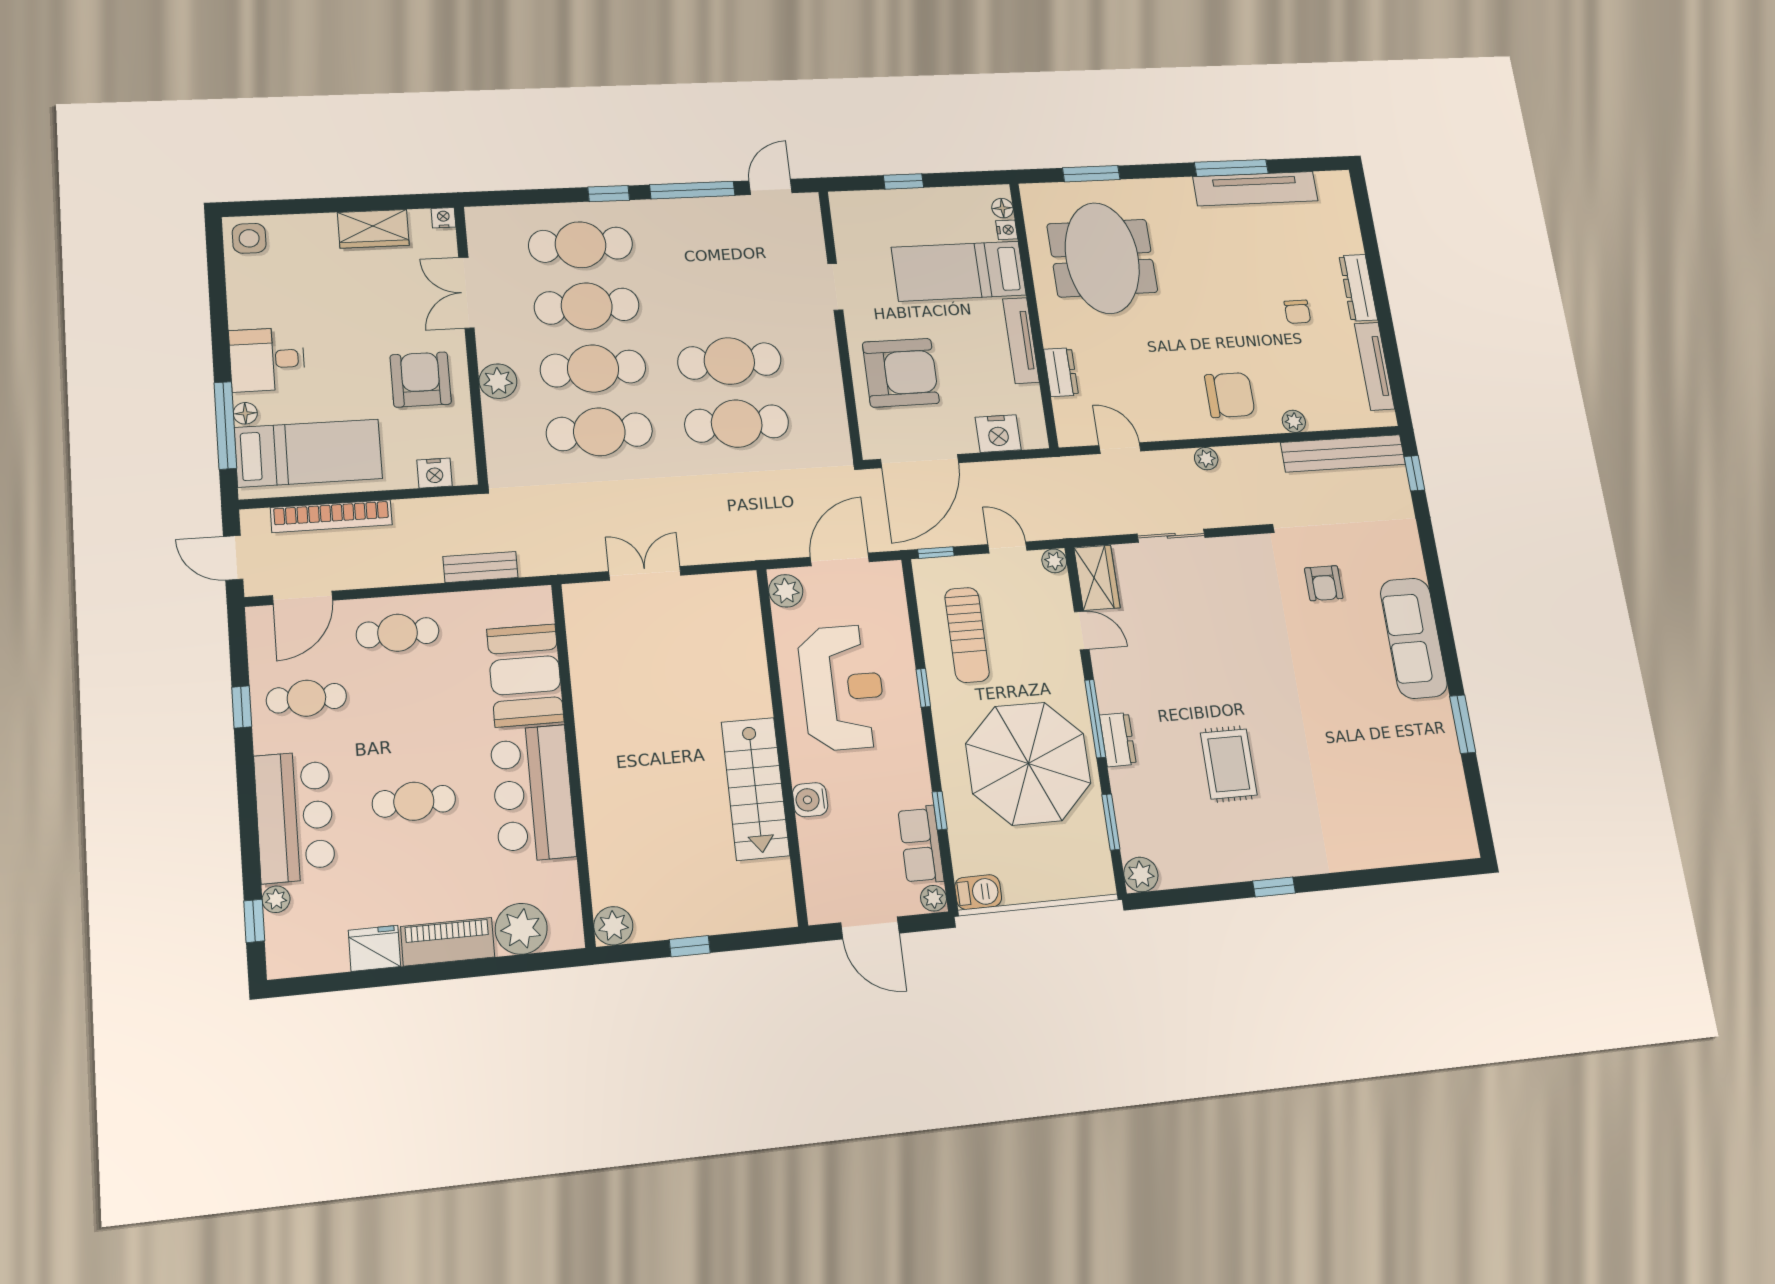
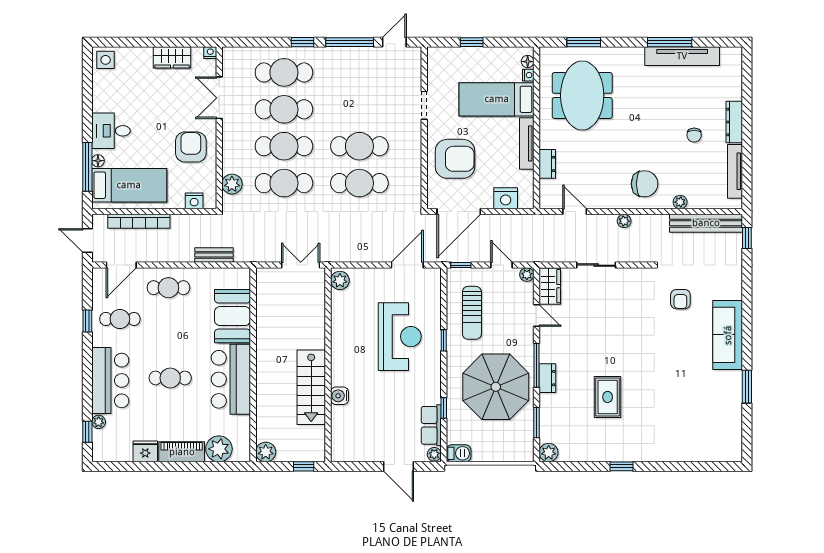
plant: (498, 381) -> (232, 184), moved
plant: (786, 591) -> (340, 280), moved
wall: (782, 744) -> (328, 365), moved
stairs: (755, 789) -> (311, 387), moved
water cooler: (810, 800) -> (340, 396), moved

